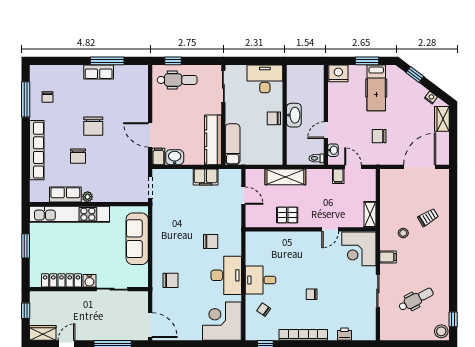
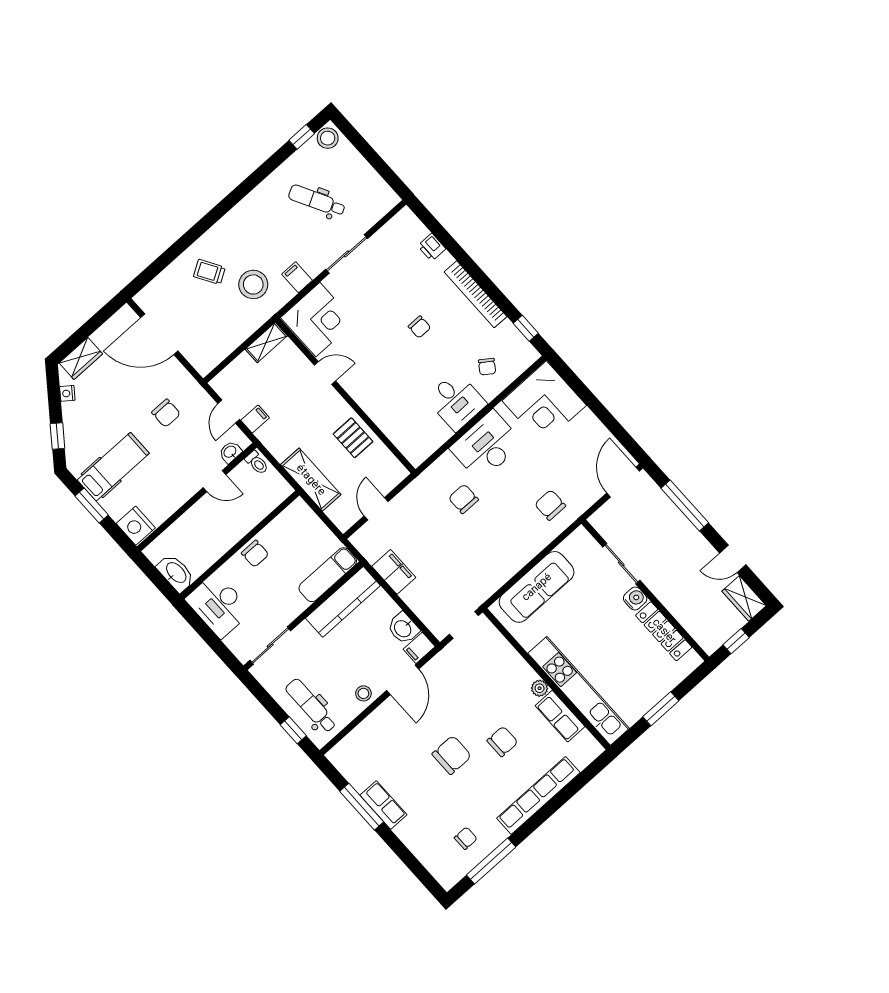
stool: (161, 110) -> (363, 693), added
washbasin: (294, 115) -> (176, 573), moved, turned 90
stool: (403, 233) -> (253, 284), width x1.89, depth x1.89

